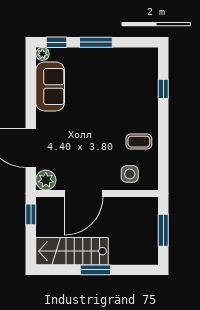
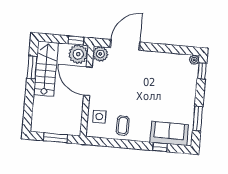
window: (96, 42) -> (198, 119), moved
sofa: (50, 86) -> (169, 133), moved, turned 180
plant: (49, 210) -> (78, 54), added
window: (95, 270) -> (32, 67), moved

